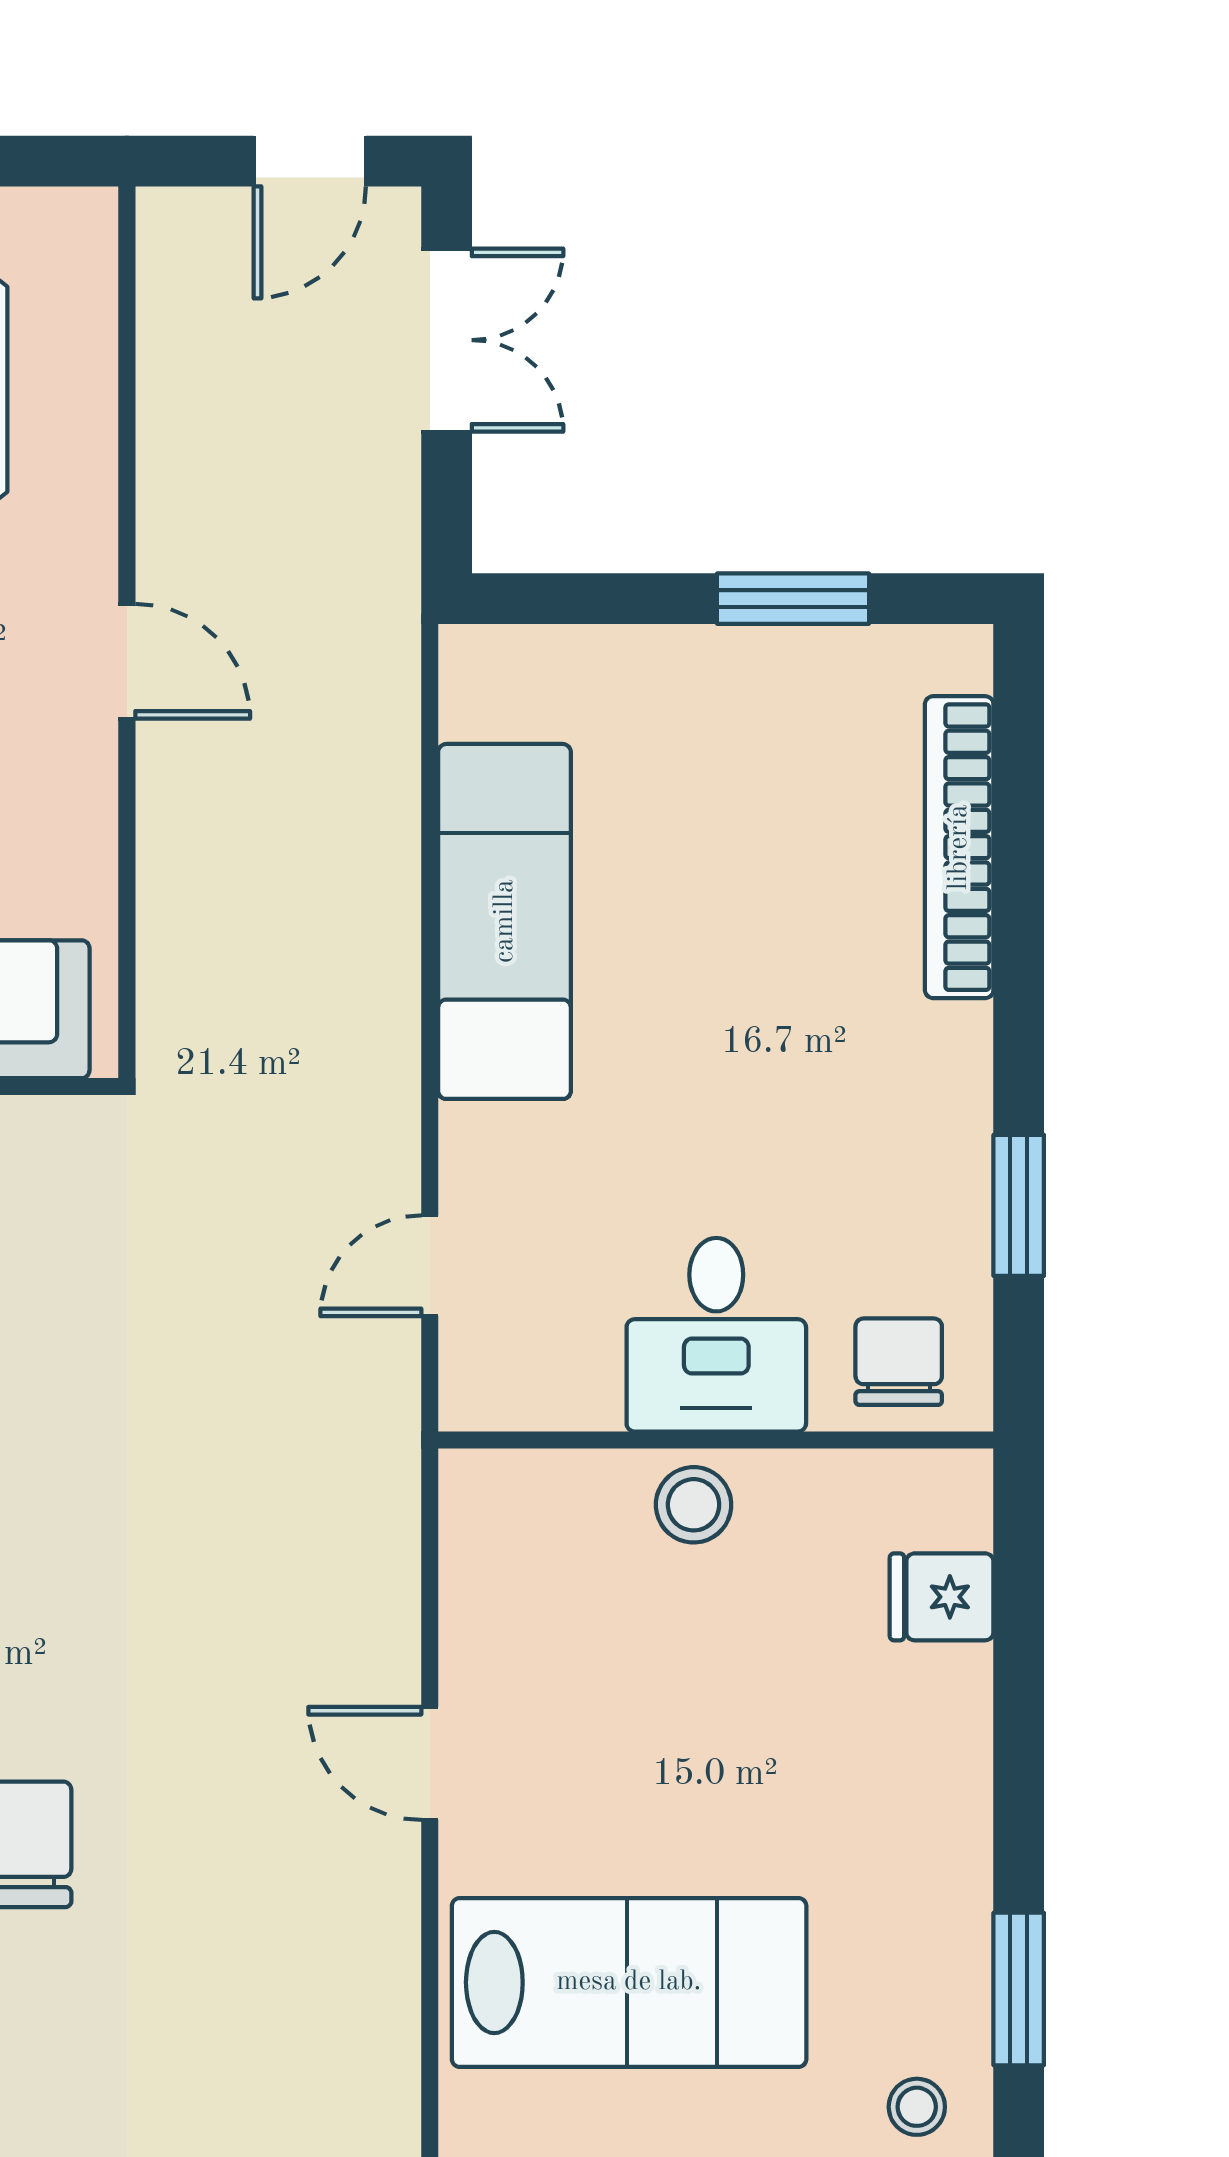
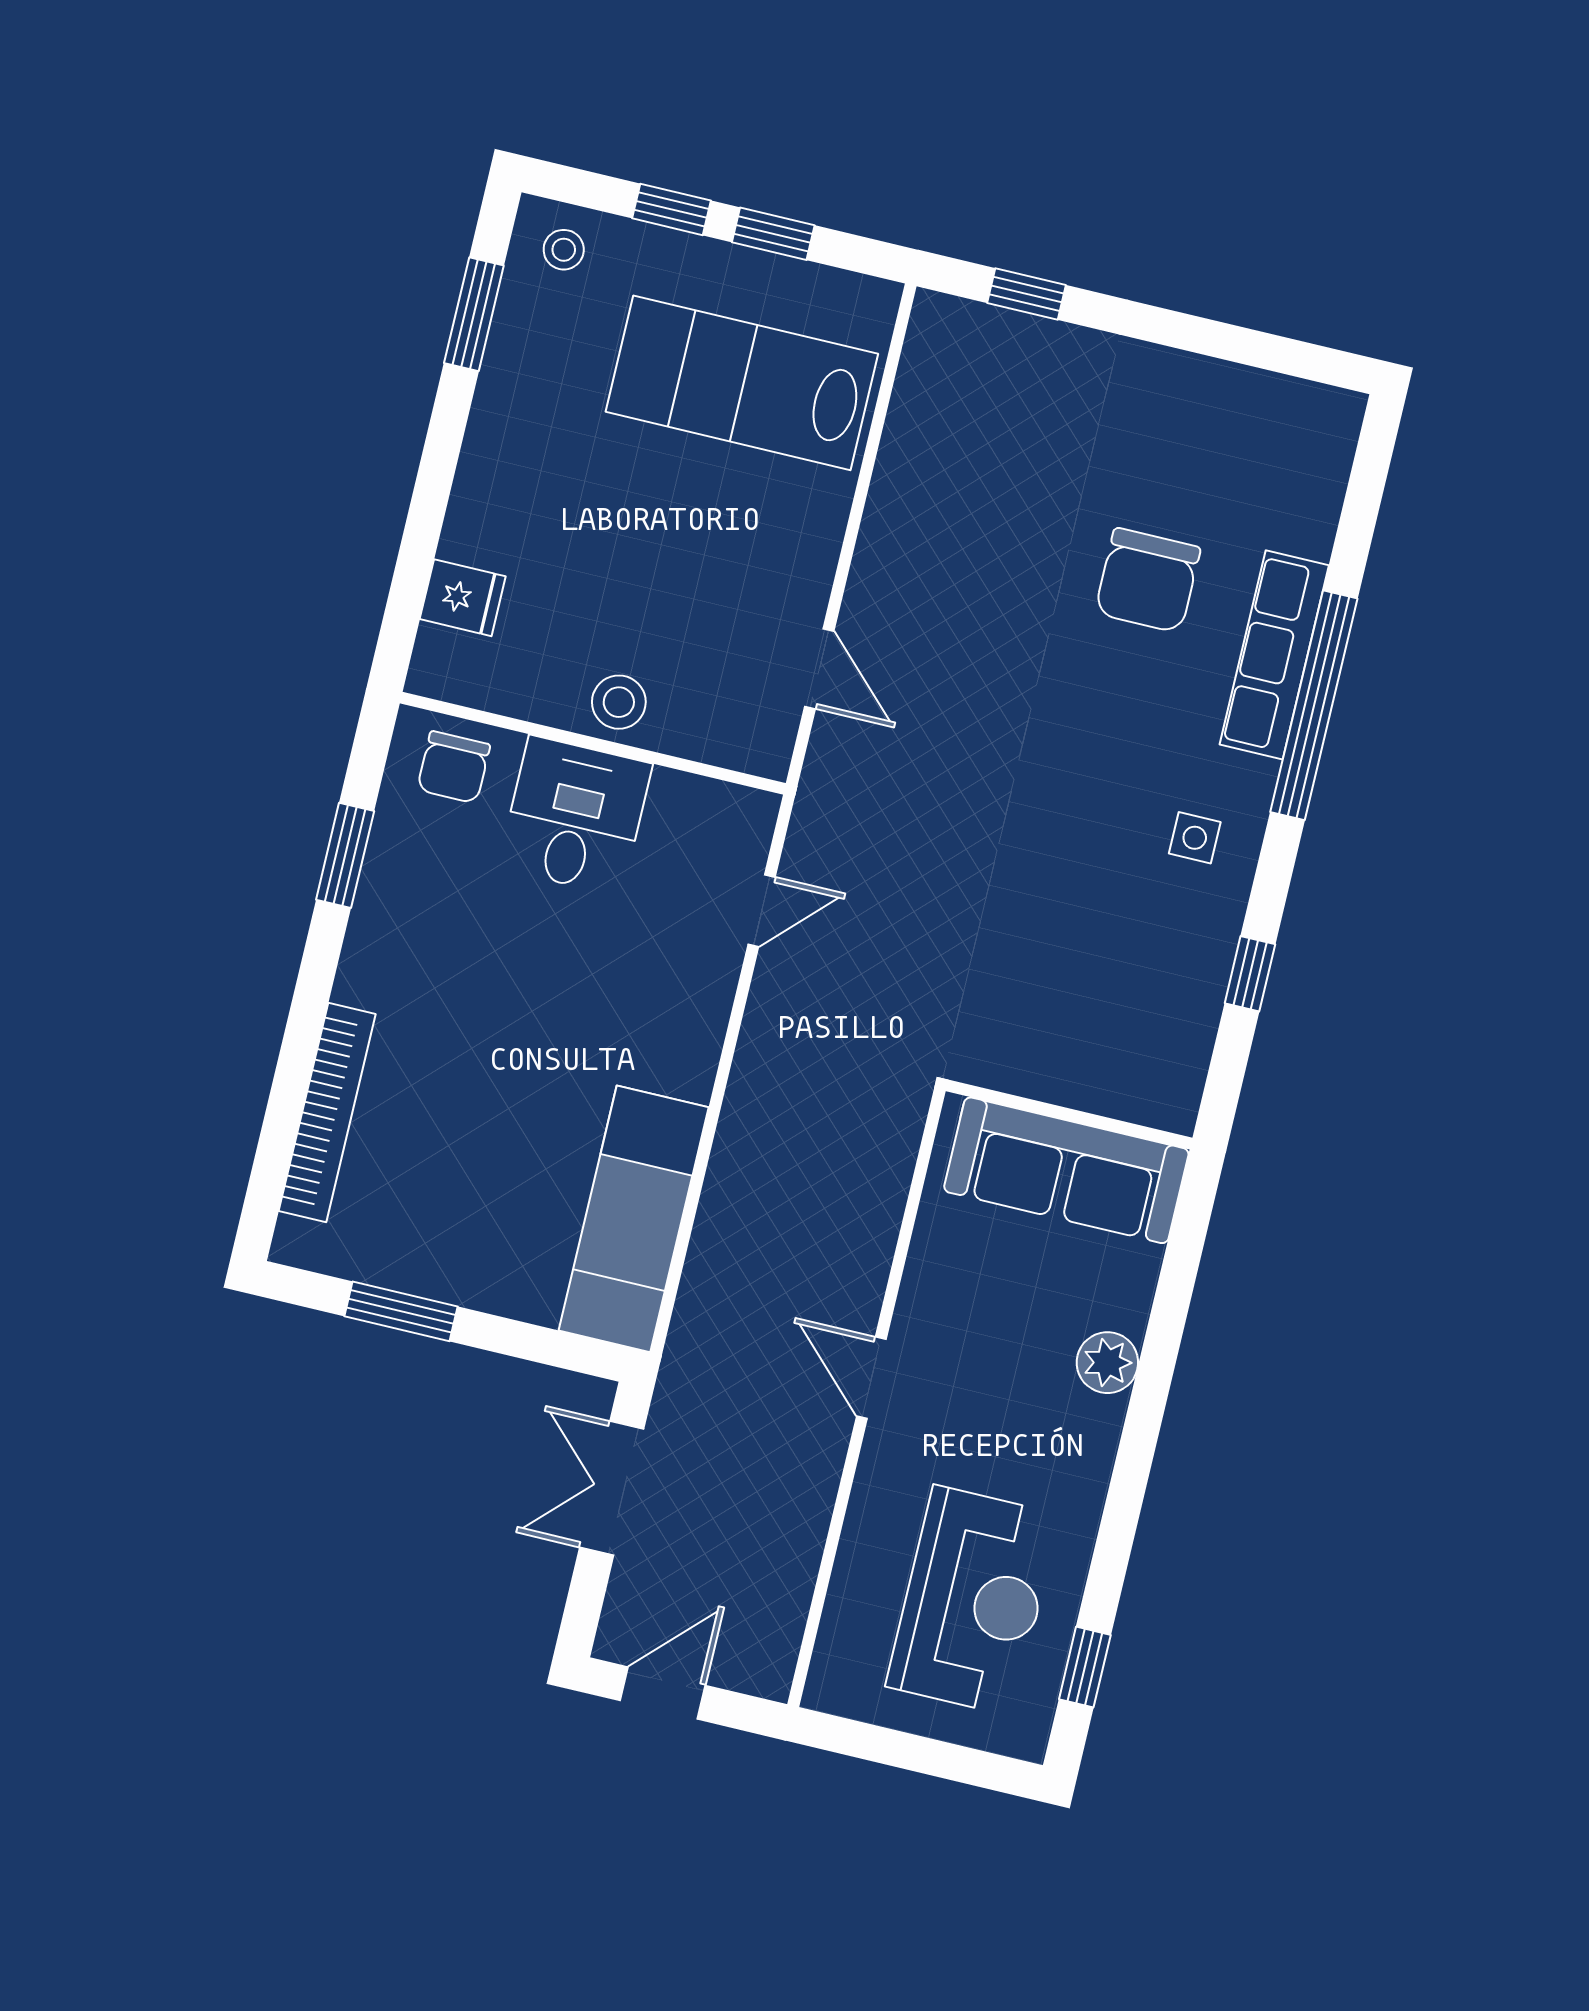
double door: (447, 340) -> (612, 1488), moved
exam couch: (505, 921) -> (634, 1219), moved
door: (430, 1763) -> (819, 669), moved

